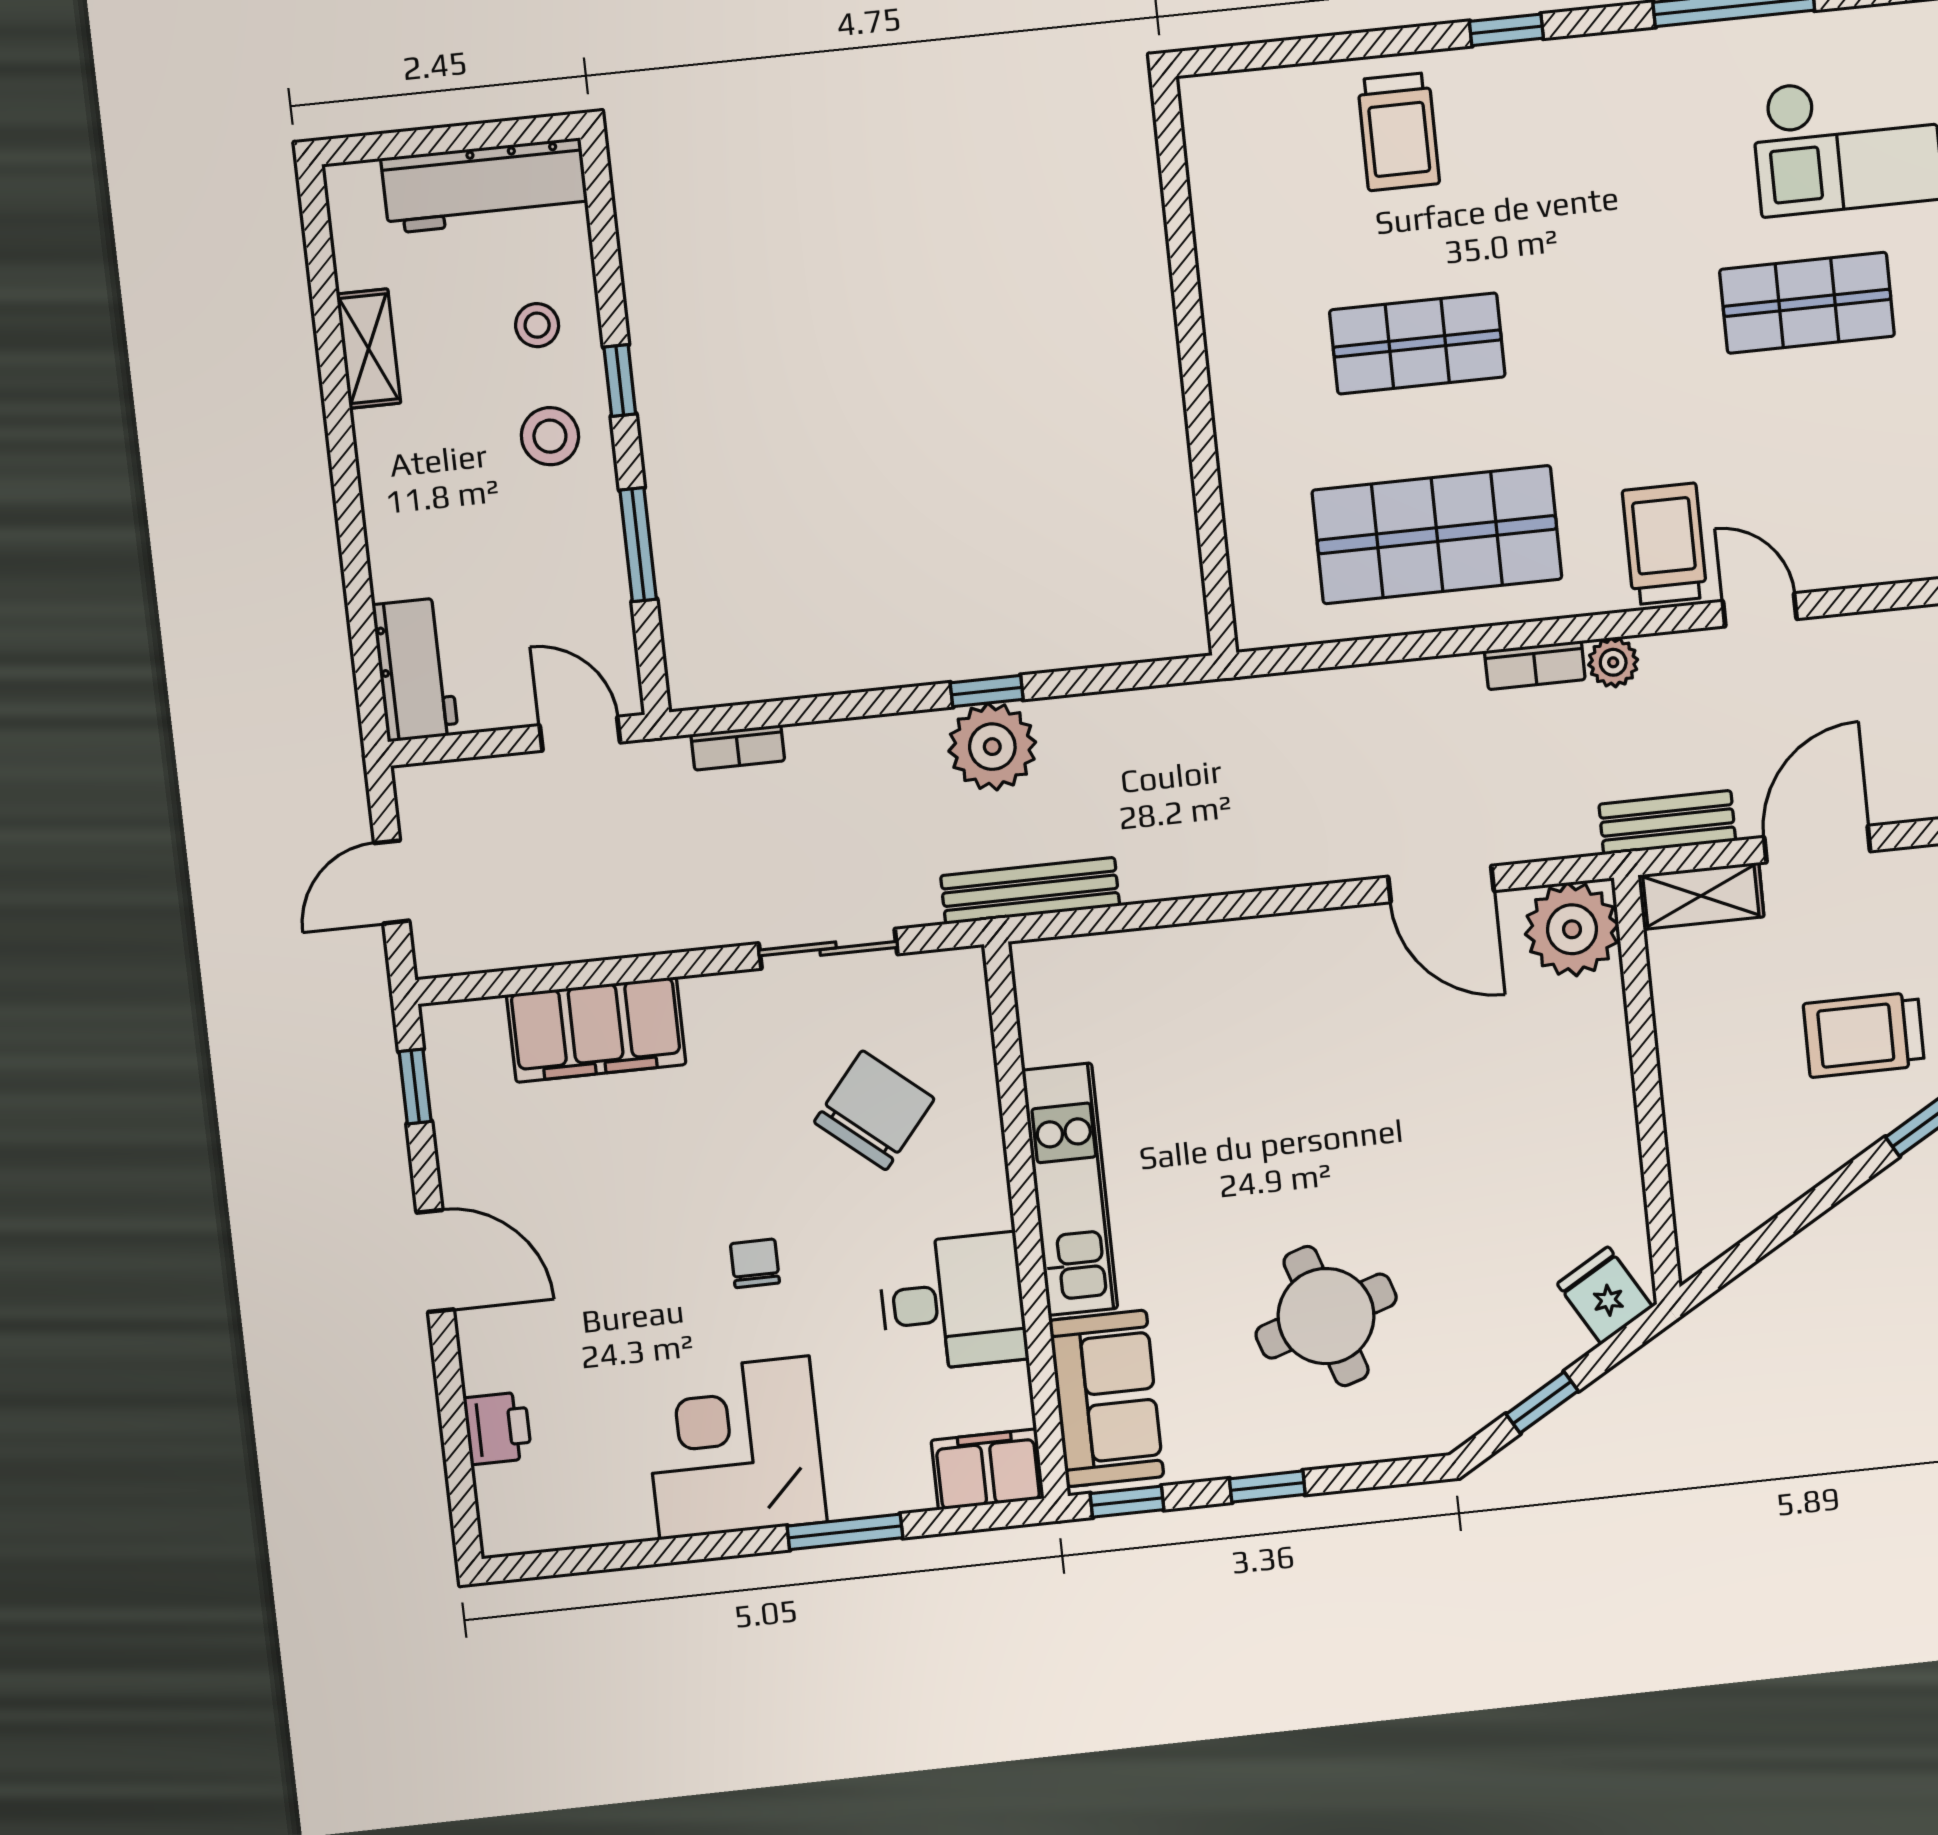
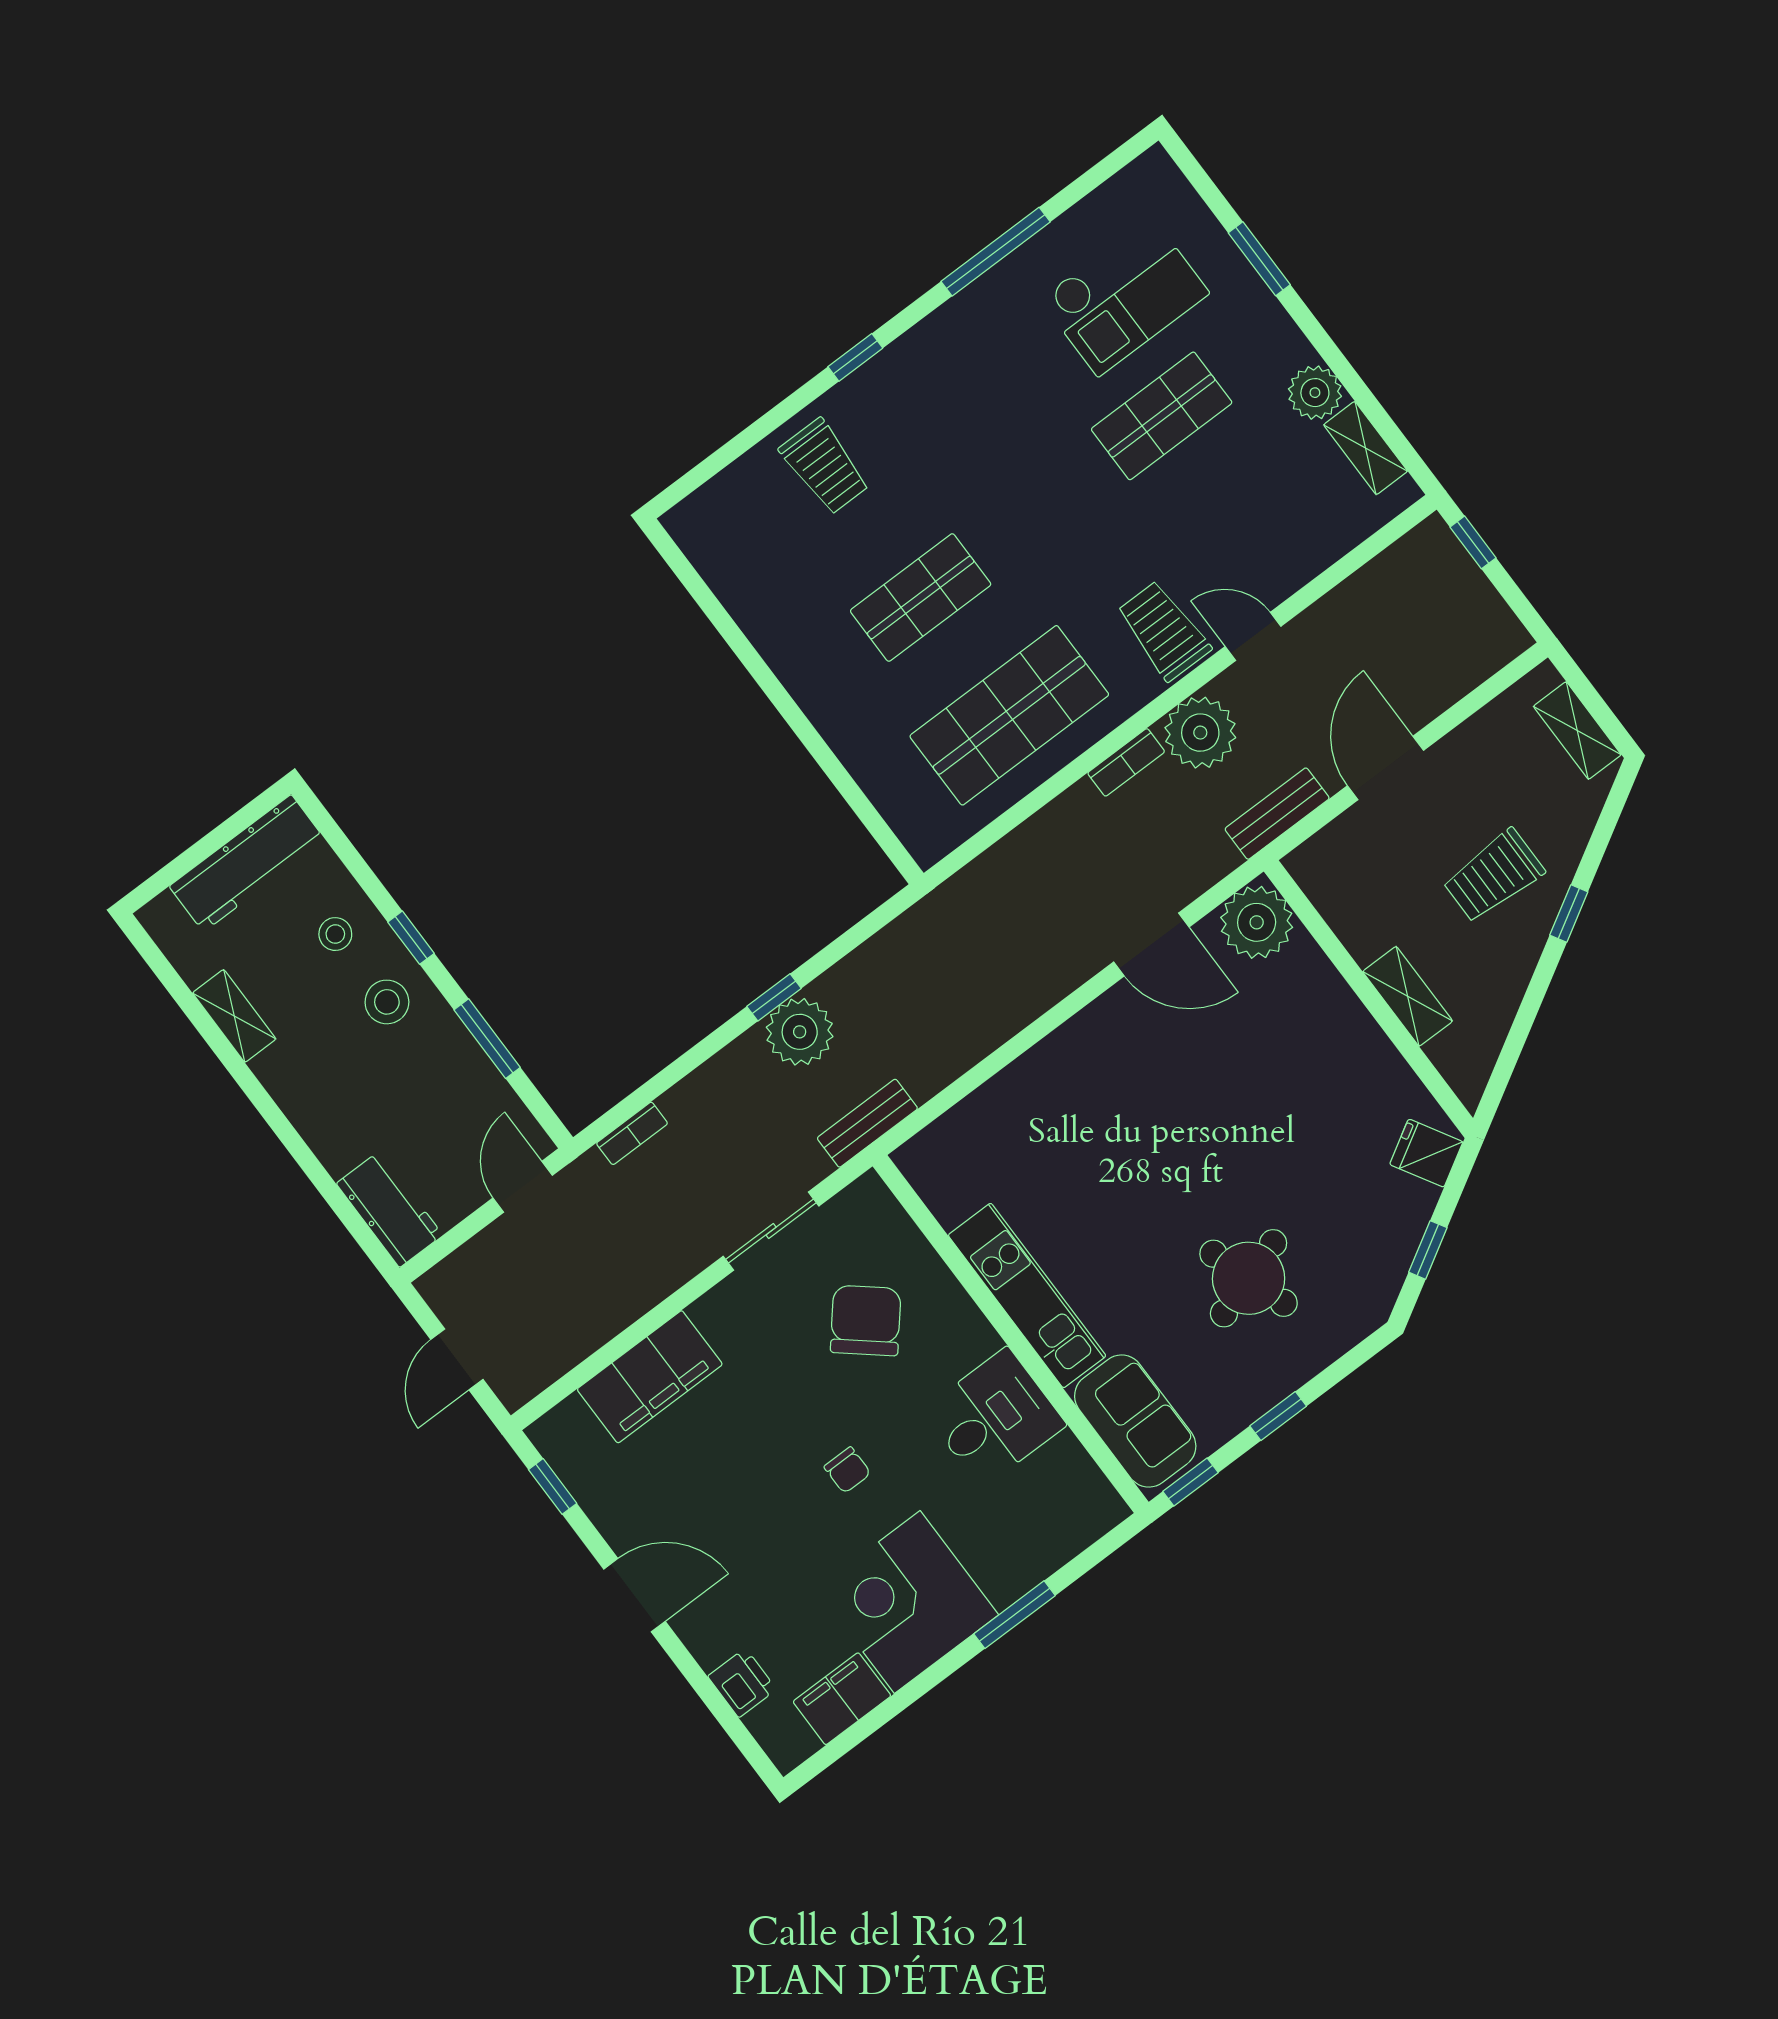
plant: (1613, 662) -> (1200, 733), width x1.87, depth x1.87
door: (580, 734) -> (523, 1187), hinge flipped
bench: (1030, 891) -> (867, 1123), width x0.73
shelving: (1701, 896) -> (1408, 996), moved, turned 90
chair: (755, 1263) -> (847, 1470), turned 180
filing cabinet: (988, 1469) -> (842, 1699), moved

